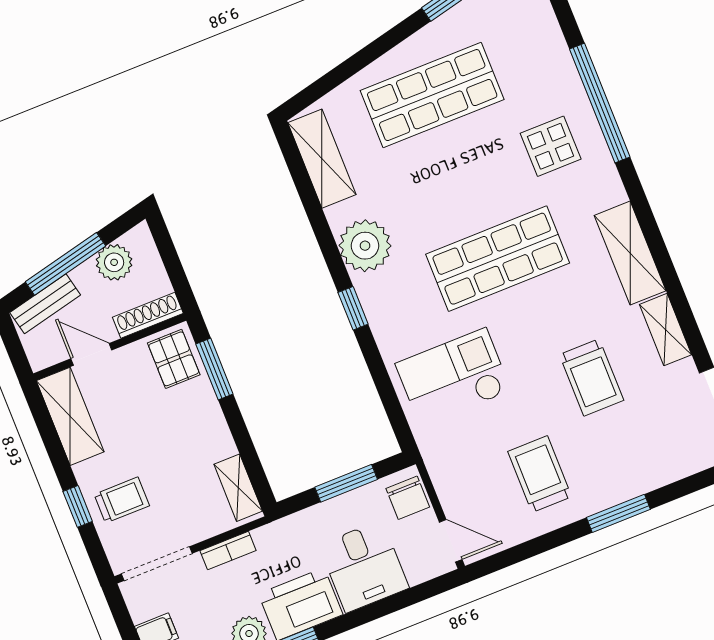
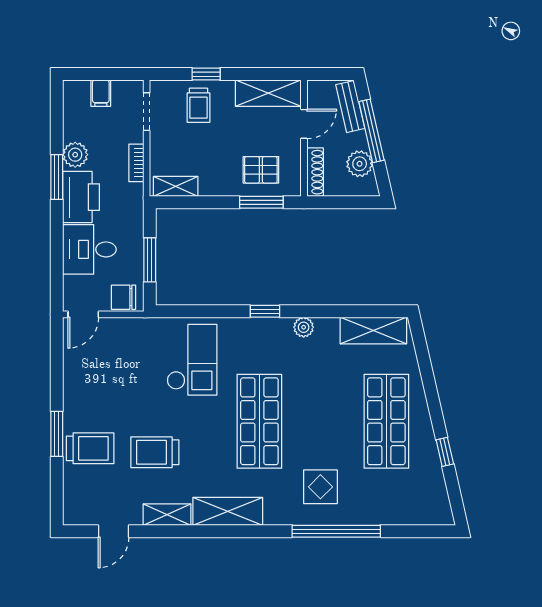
plant: (365, 246) -> (304, 327), width x0.53, depth x0.53
pallet: (174, 359) -> (261, 170), moved
trolley: (540, 474) -> (90, 448), moved
doorway: (157, 564) -> (147, 112), width x0.73

